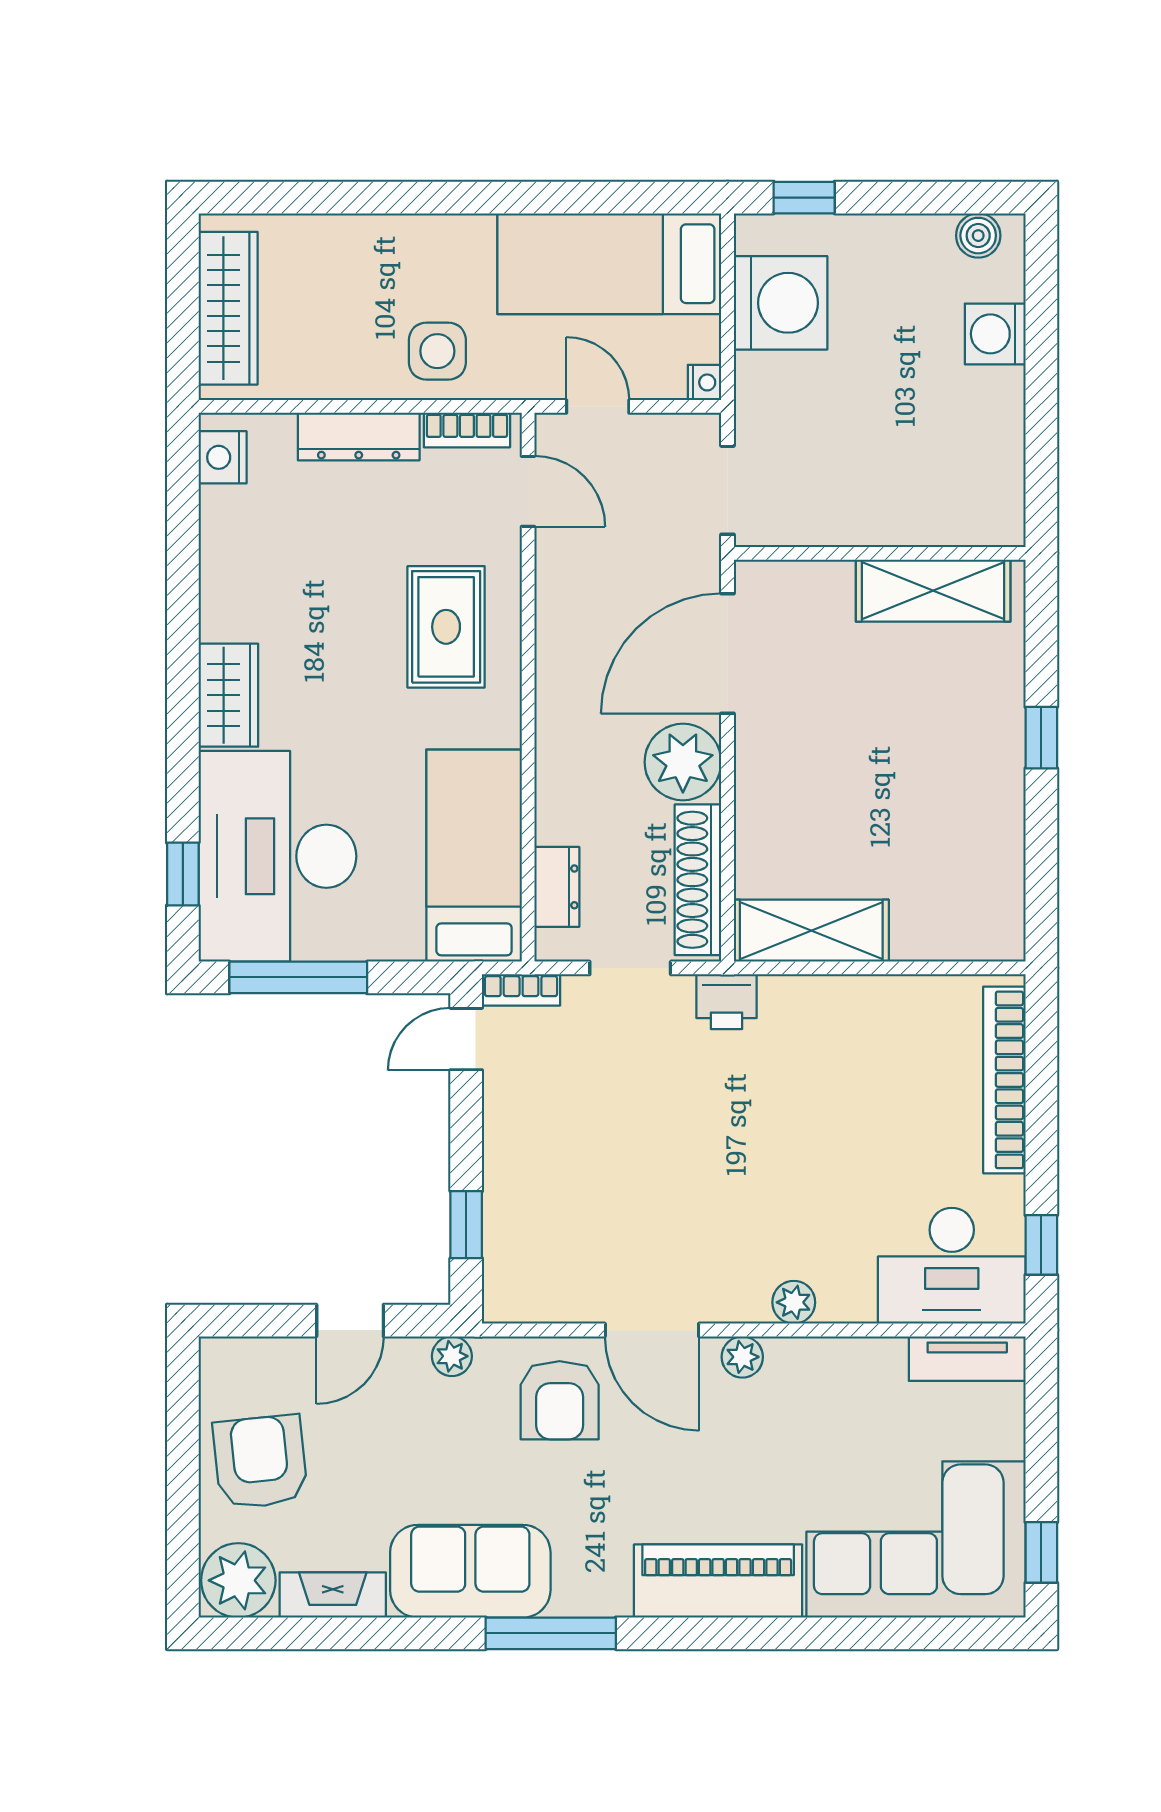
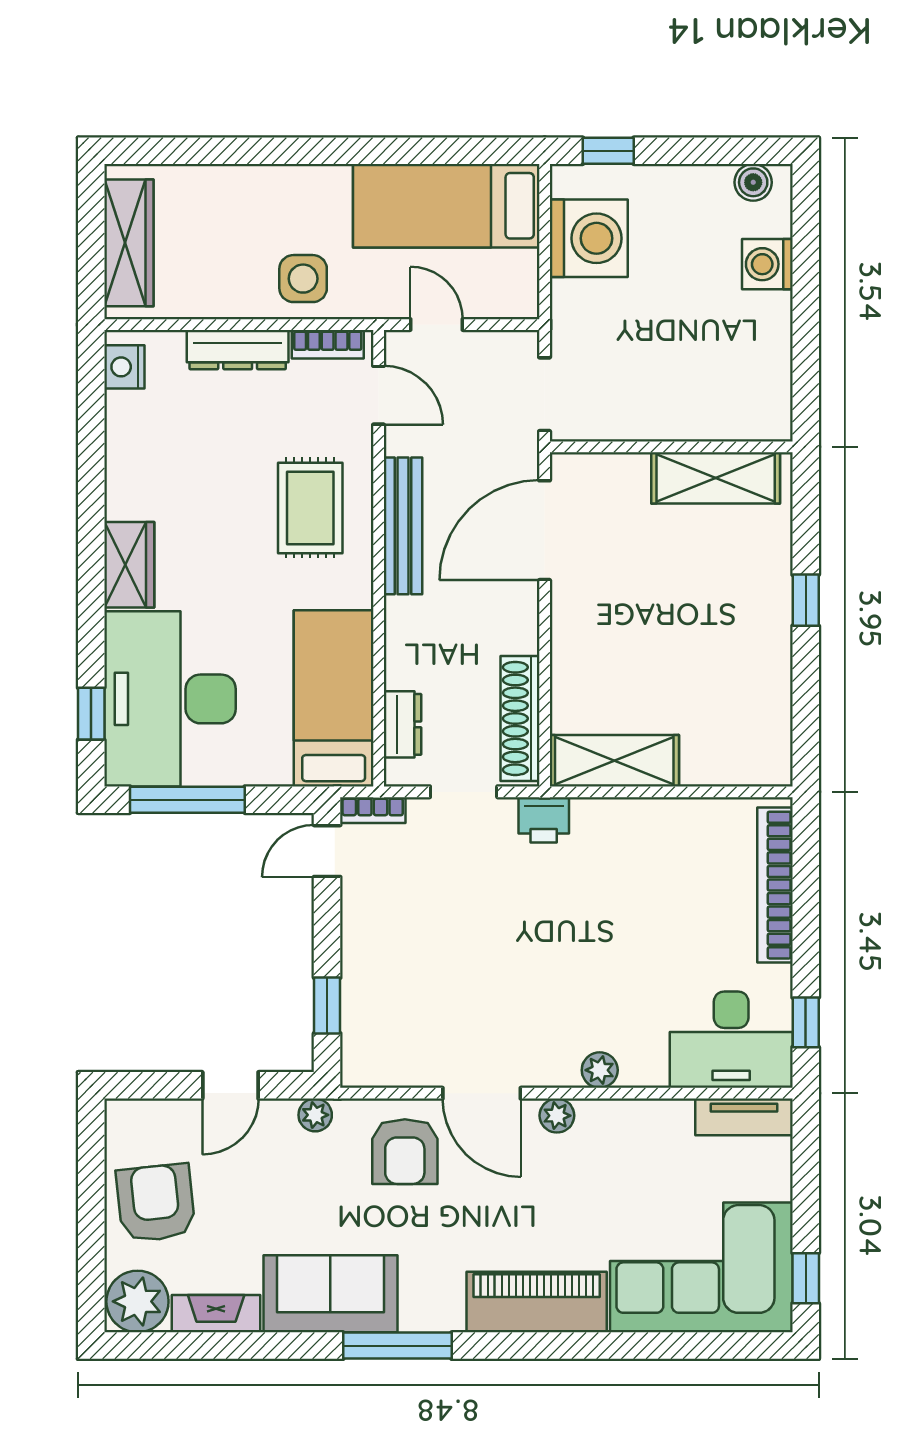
nightstand: (704, 382) -> (525, 305), removed
bench: (557, 648) -> (403, 526), added
plant: (683, 762) -> (507, 620), removed

